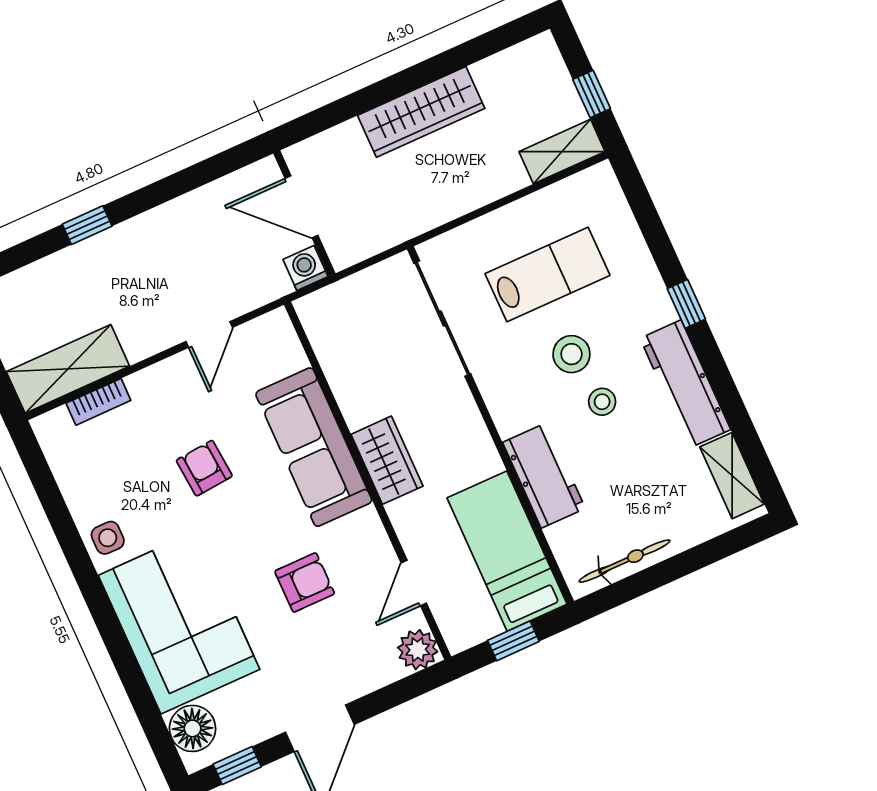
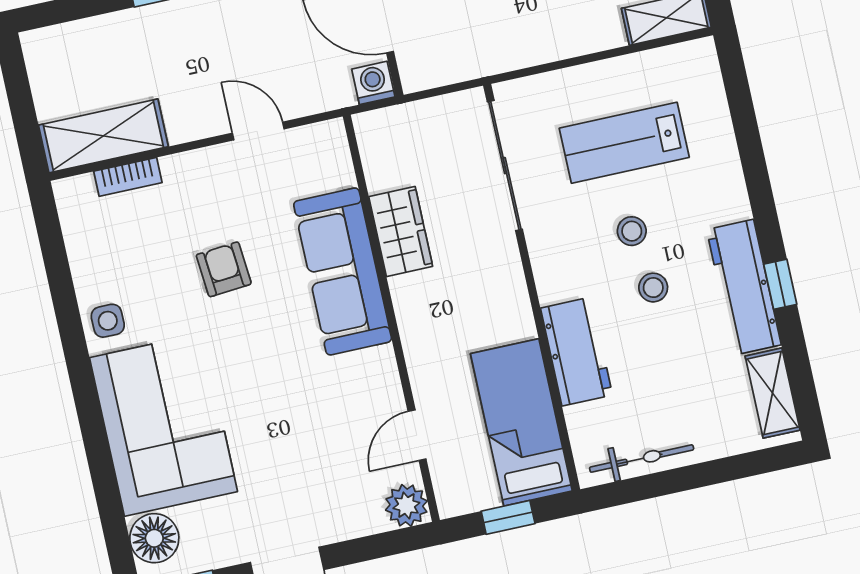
lab bench: (548, 274) -> (624, 143), turned 180
window: (686, 304) -> (780, 284), moved
door: (209, 334) -> (258, 131), swing flipped
stool: (571, 354) -> (632, 231), width x0.73, depth x0.73
wardrobe: (387, 460) -> (401, 231), moved
armchair: (305, 582) -> (303, 411), removed

